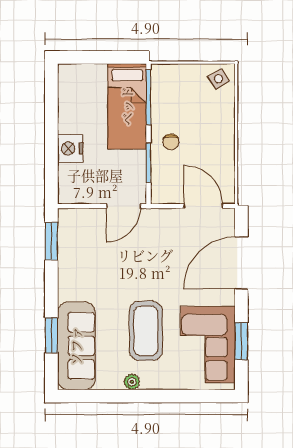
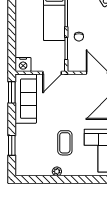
nightstand: (70, 148) -> (23, 64), moved, turned -90
coffee table: (146, 331) -> (65, 143), width x0.73, depth x0.76
sofa: (76, 346) -> (26, 99), moved

